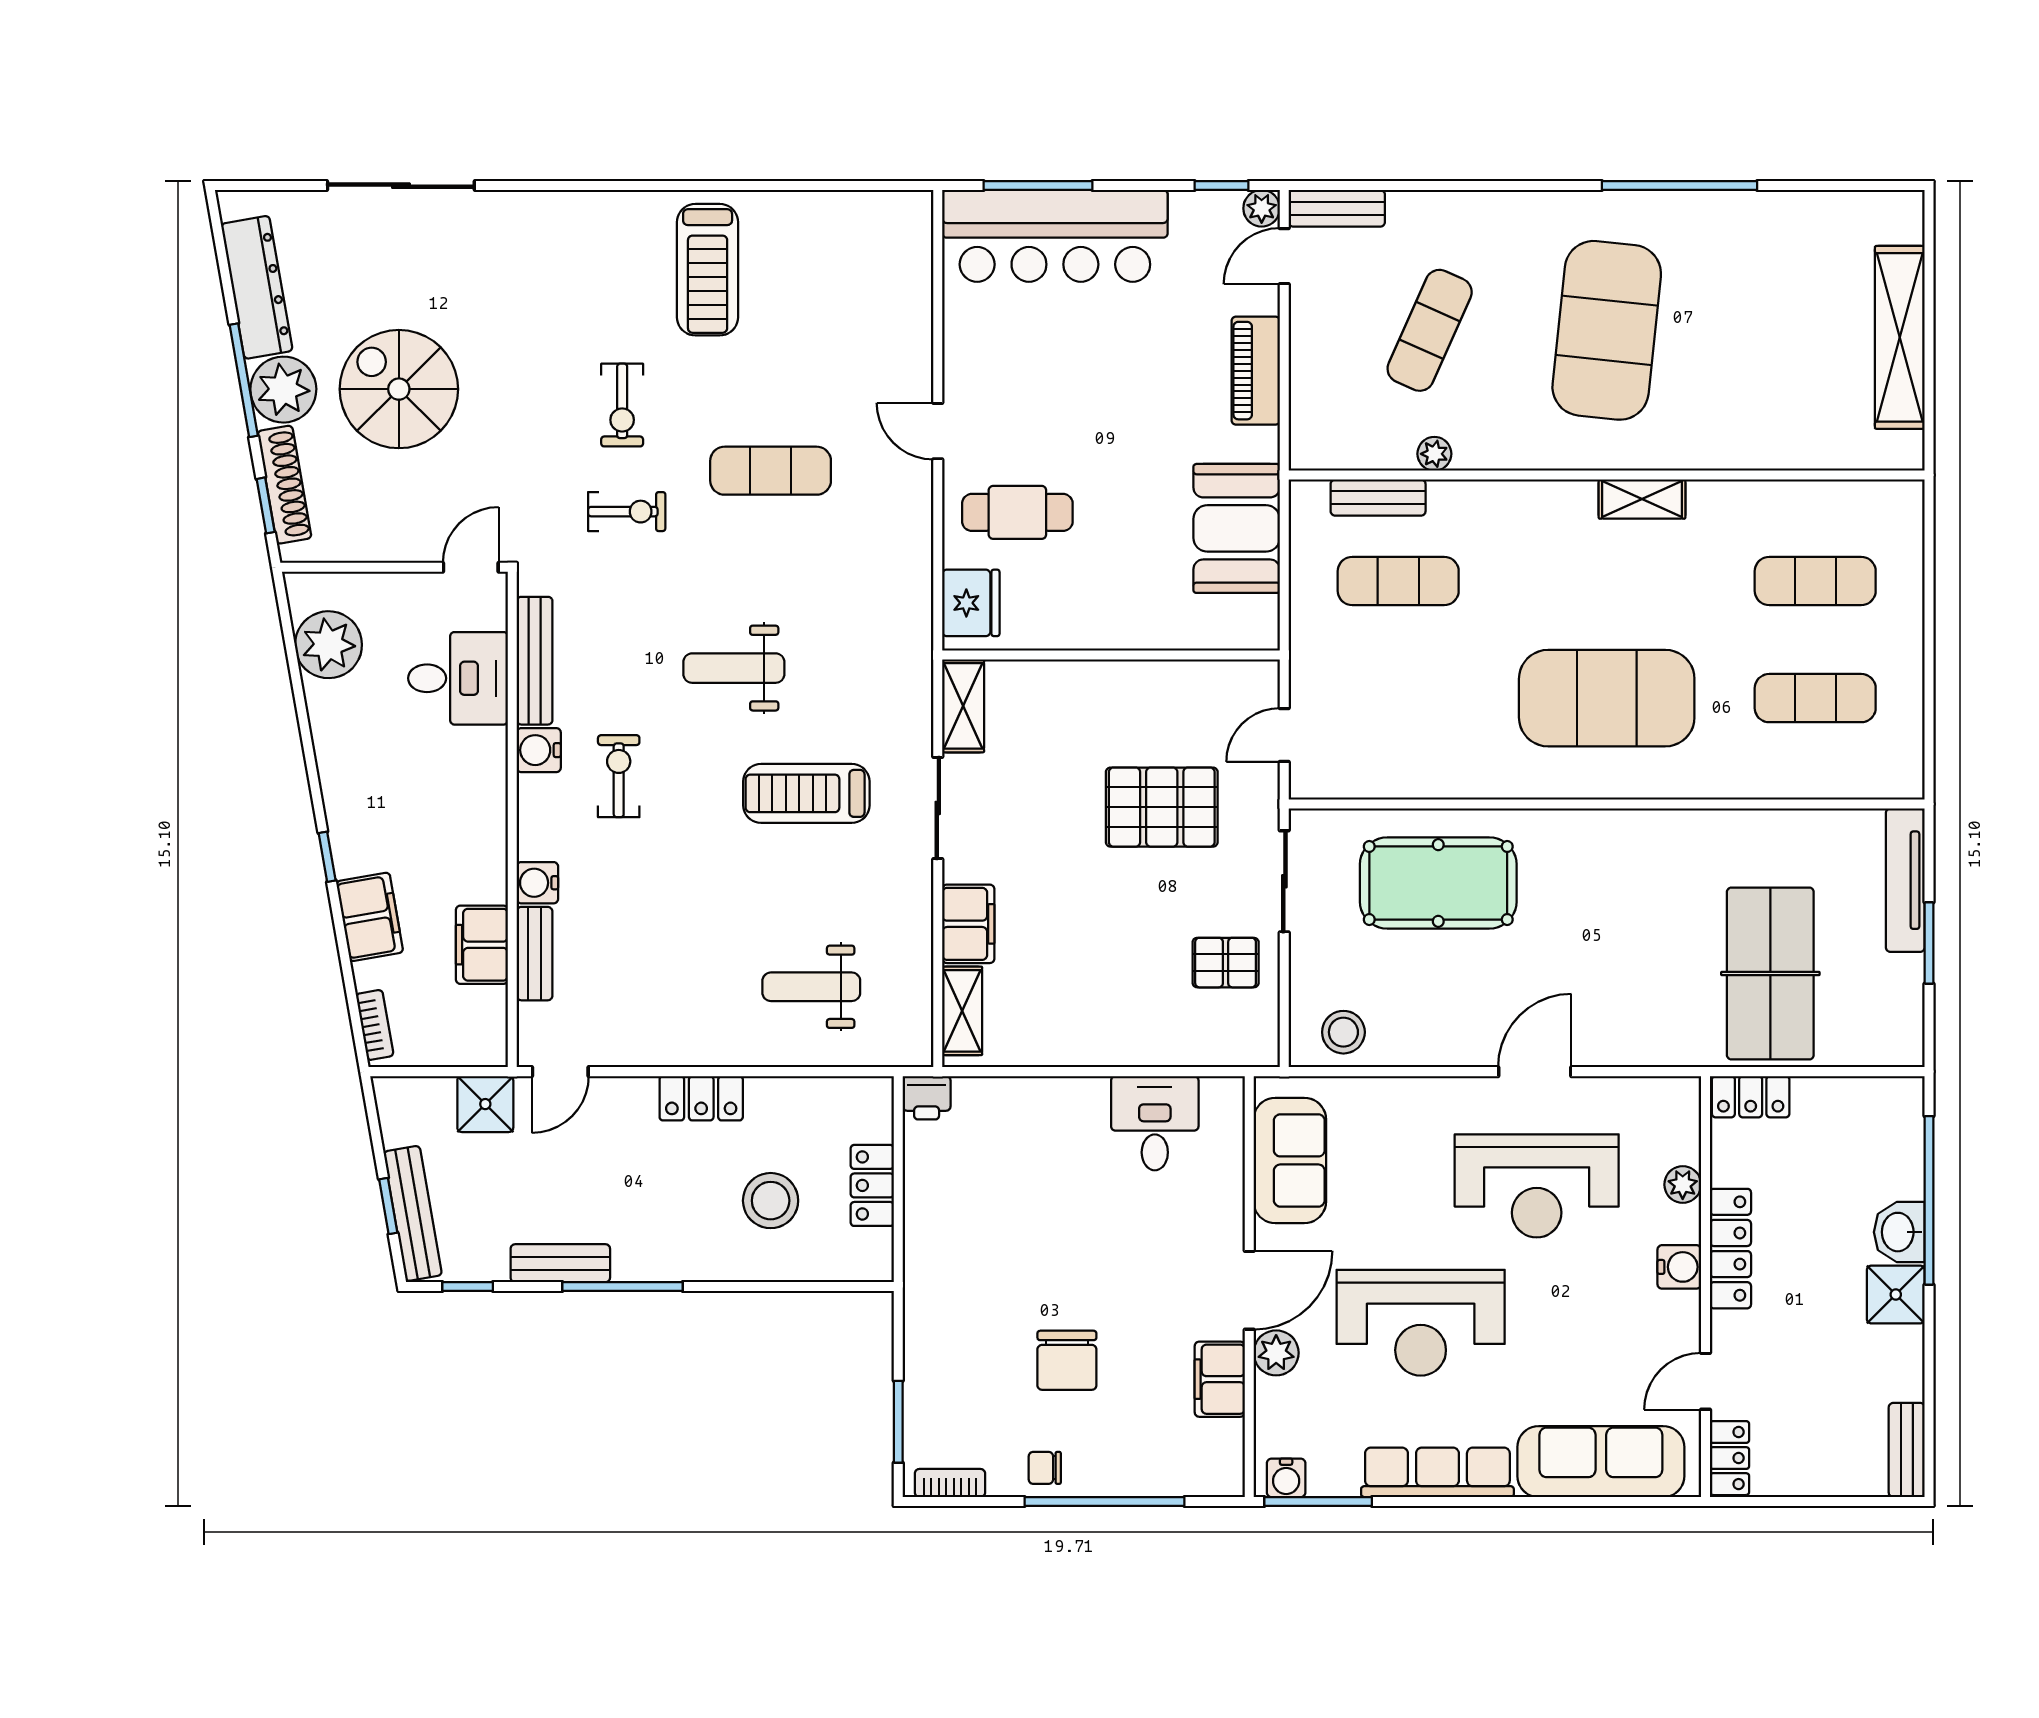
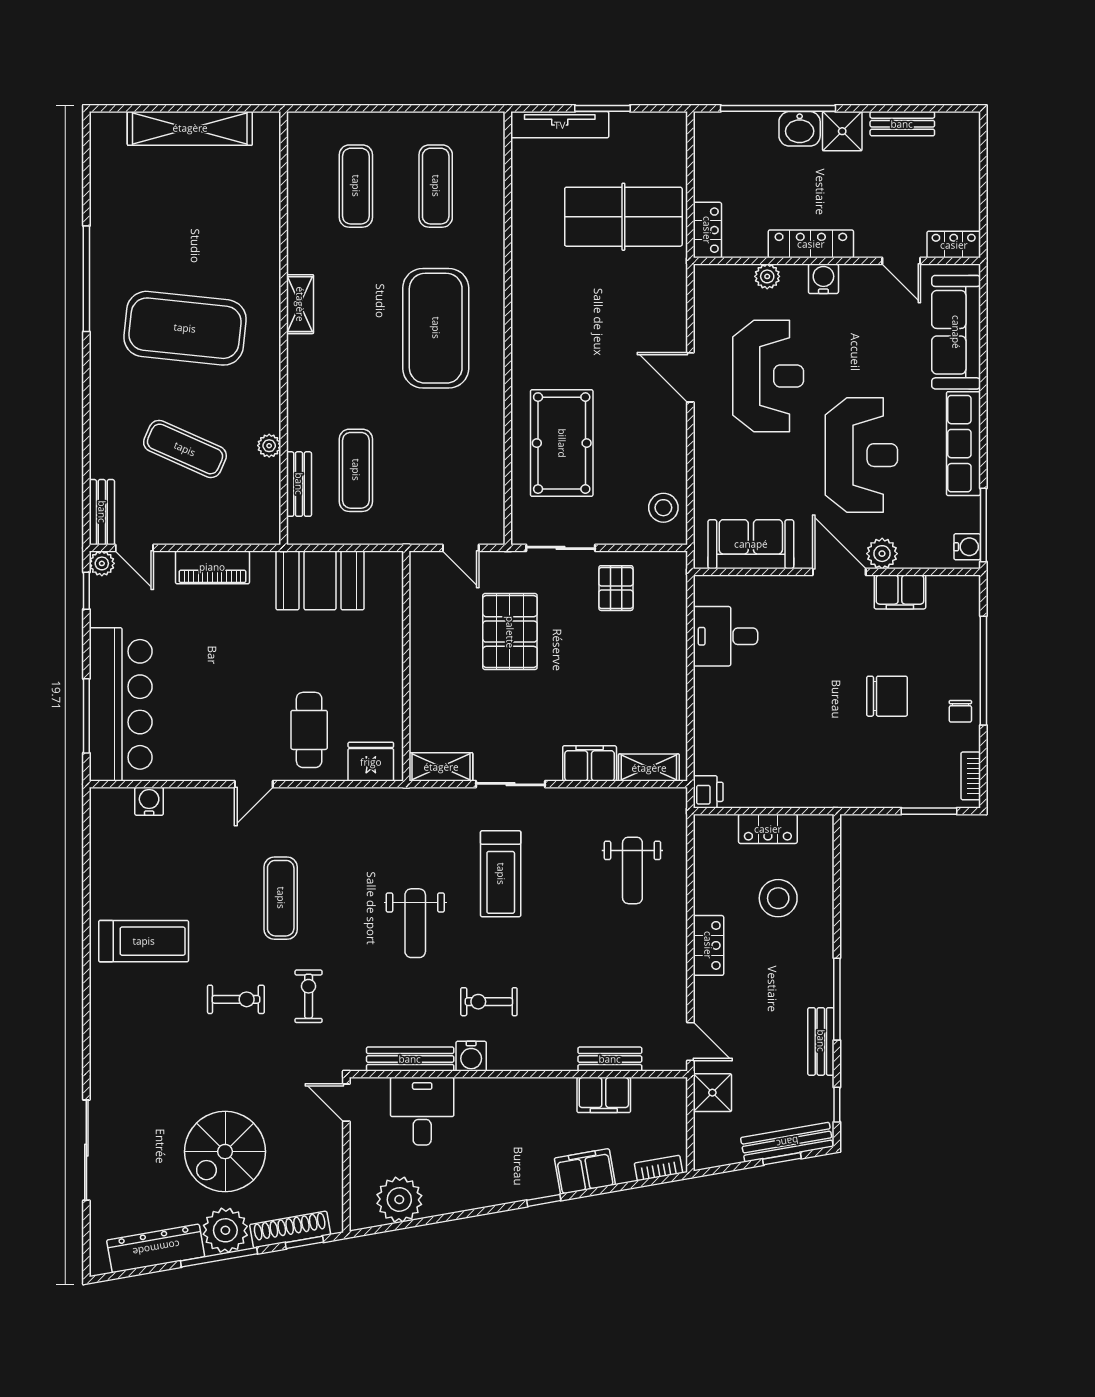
water cooler: (537, 883) -> (149, 801), moved, turned 180
bench: (1907, 1450) -> (902, 124), moved

